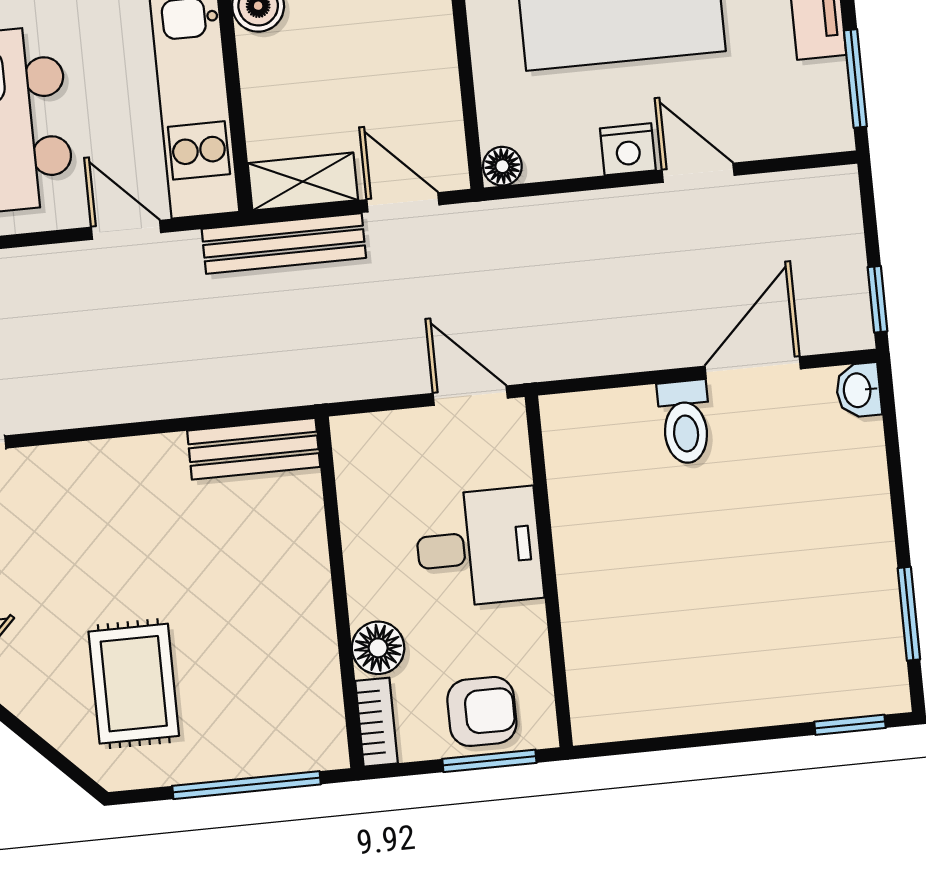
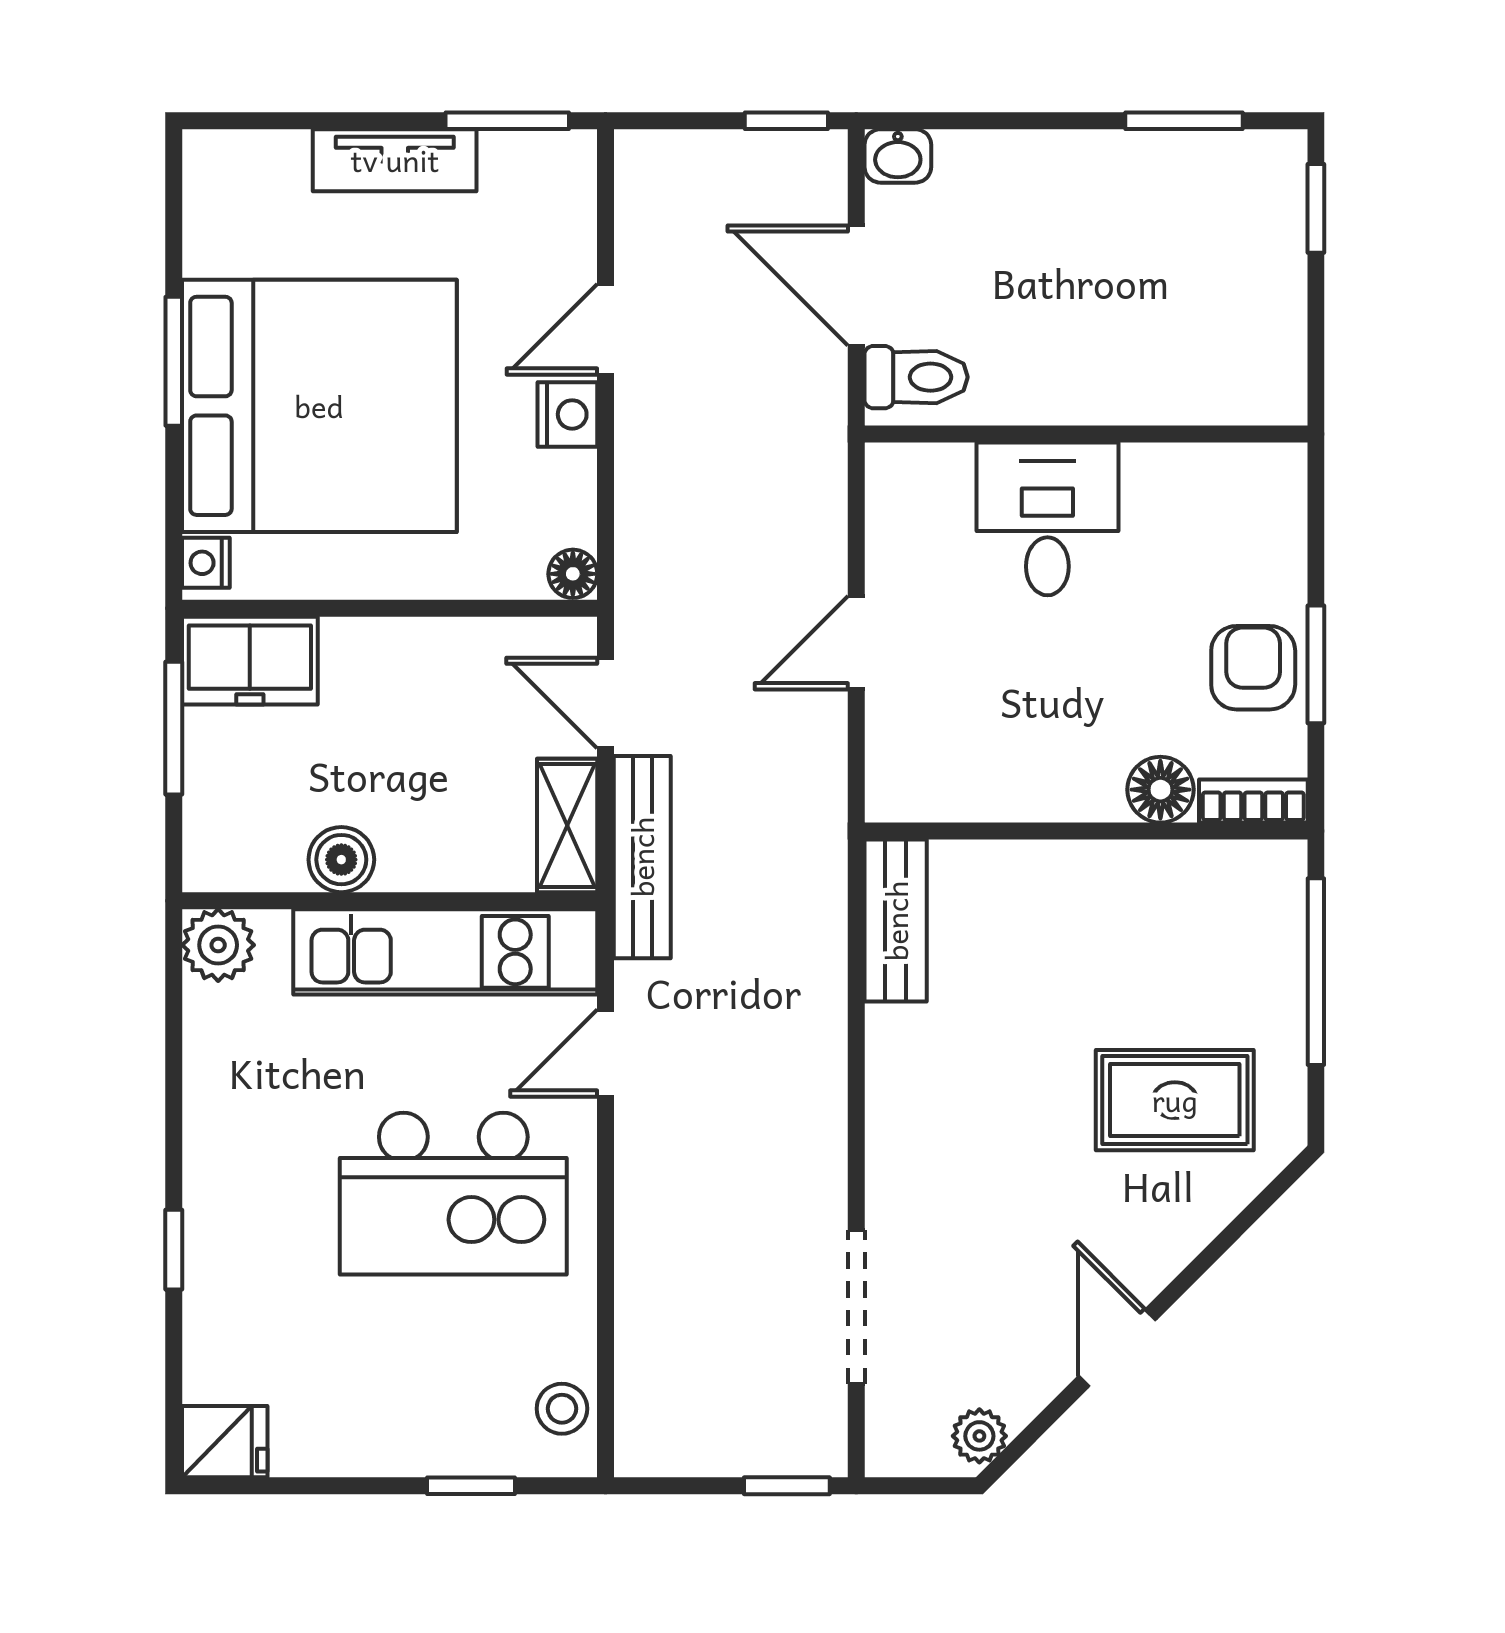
door: (403, 202) -> (606, 703), hinge flipped
desk: (479, 548) -> (1047, 519), moved
wall: (549, 571) -> (1086, 434), moved

